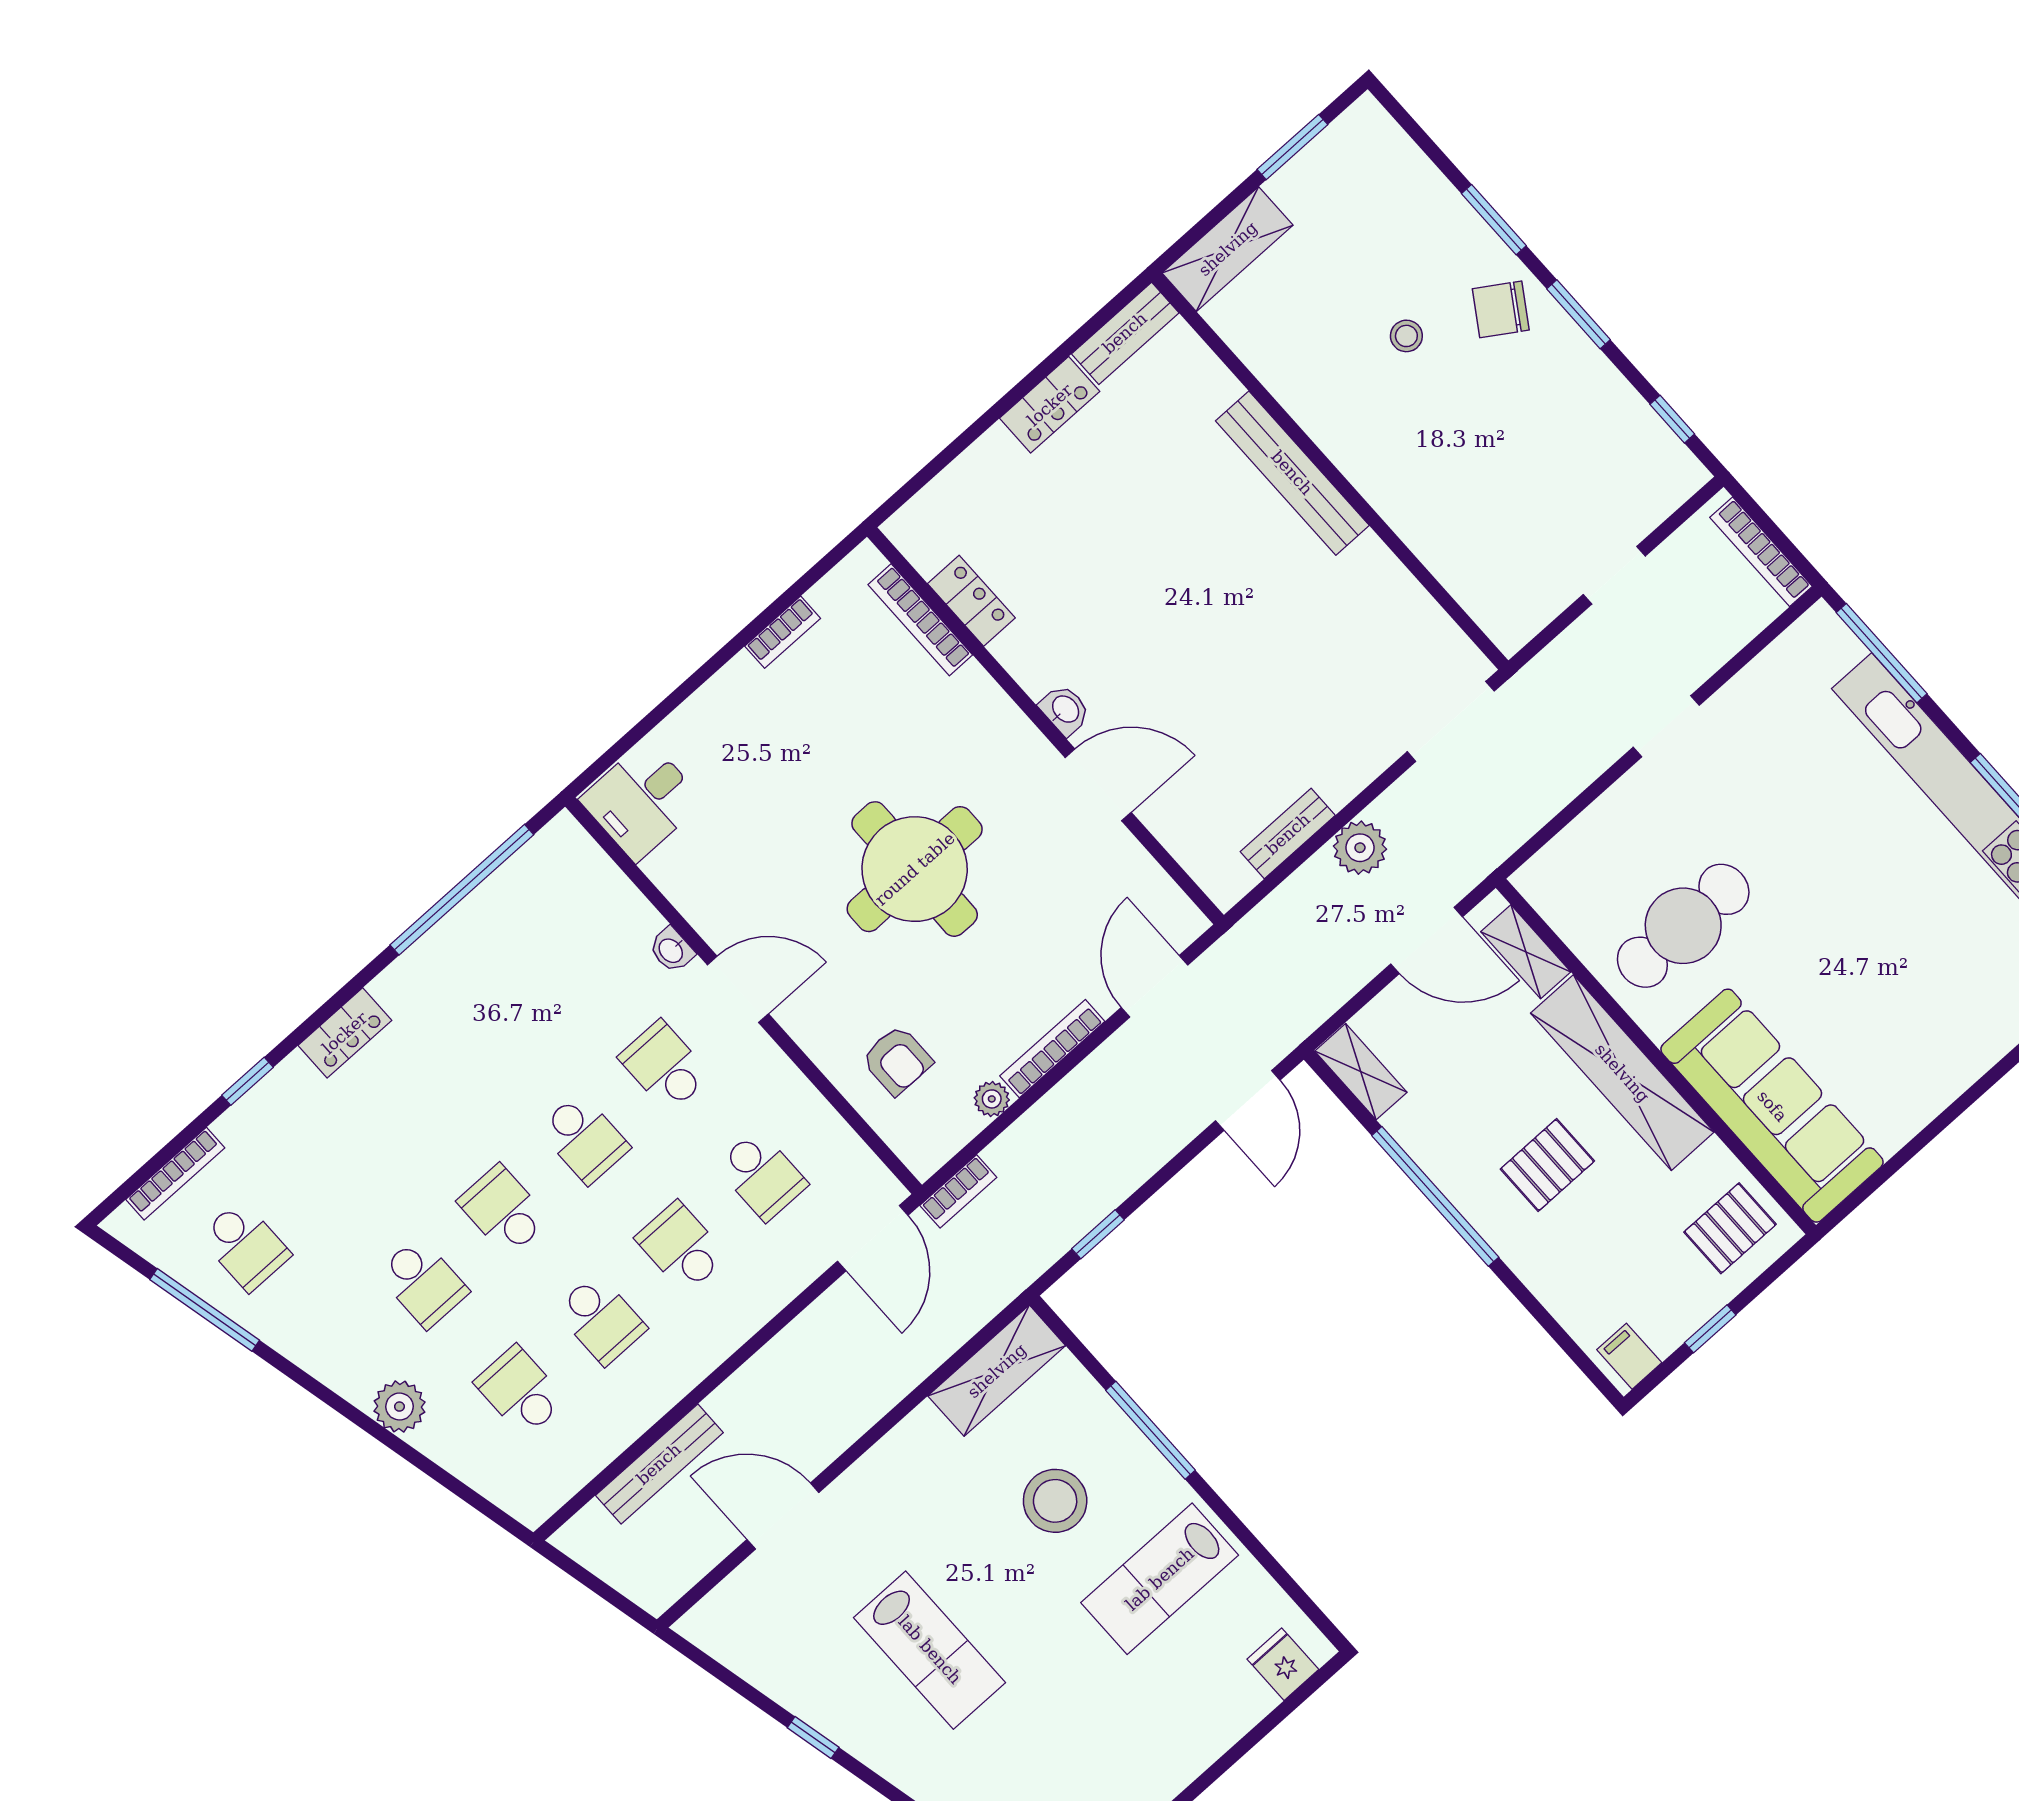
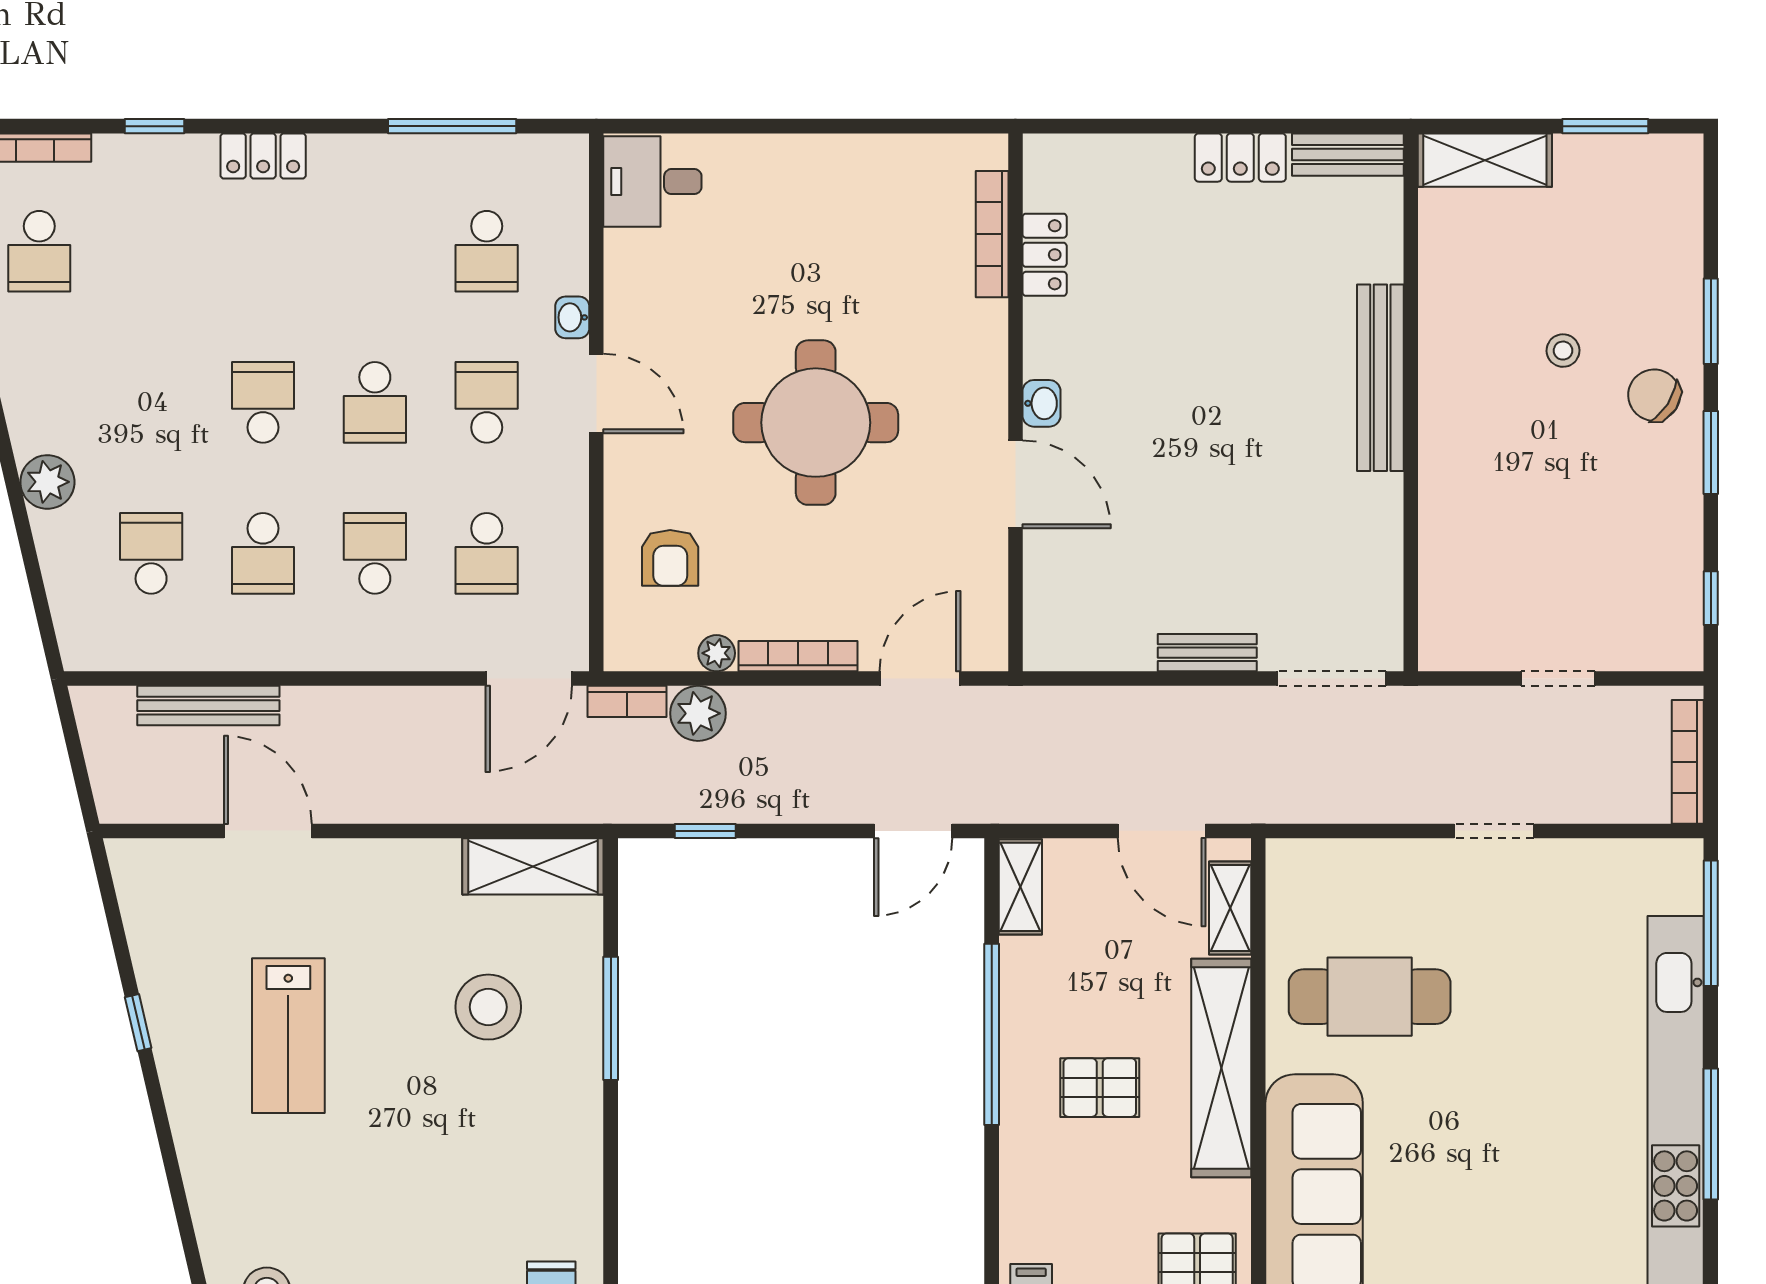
bookcase: (783, 632) -> (877, 149), removed
bench: (1288, 834) -> (1207, 653), moved
plant: (1360, 848) -> (698, 713), moved
window: (462, 890) -> (452, 126), width x0.68
school desk: (423, 1282) -> (487, 251), moved
lab bench: (1160, 1579) -> (515, 1139), removed

